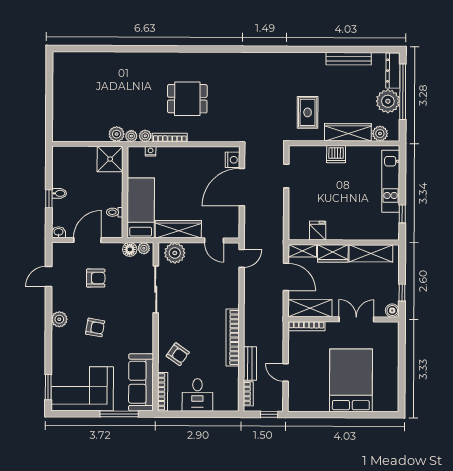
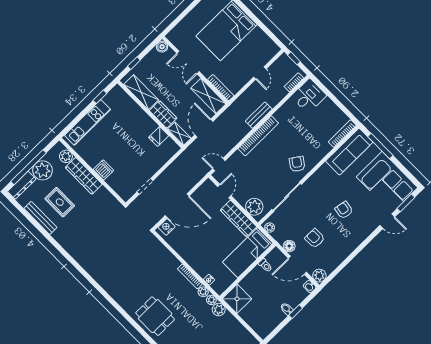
dining table: (187, 99) -> (155, 316), moved
rug: (308, 112) -> (60, 202), moved, turned 90
floor lamp: (130, 249) -> (289, 246), moved
door: (49, 277) -> (387, 221), moved
window: (402, 293) -> (134, 63), moved
plant: (59, 319) -> (319, 276), moved
bookcase: (233, 337) -> (258, 136), moved
armchair: (178, 354) -> (297, 164), moved
bench: (250, 364) -> (259, 115), moved
desk: (197, 395) -> (309, 96), moved

